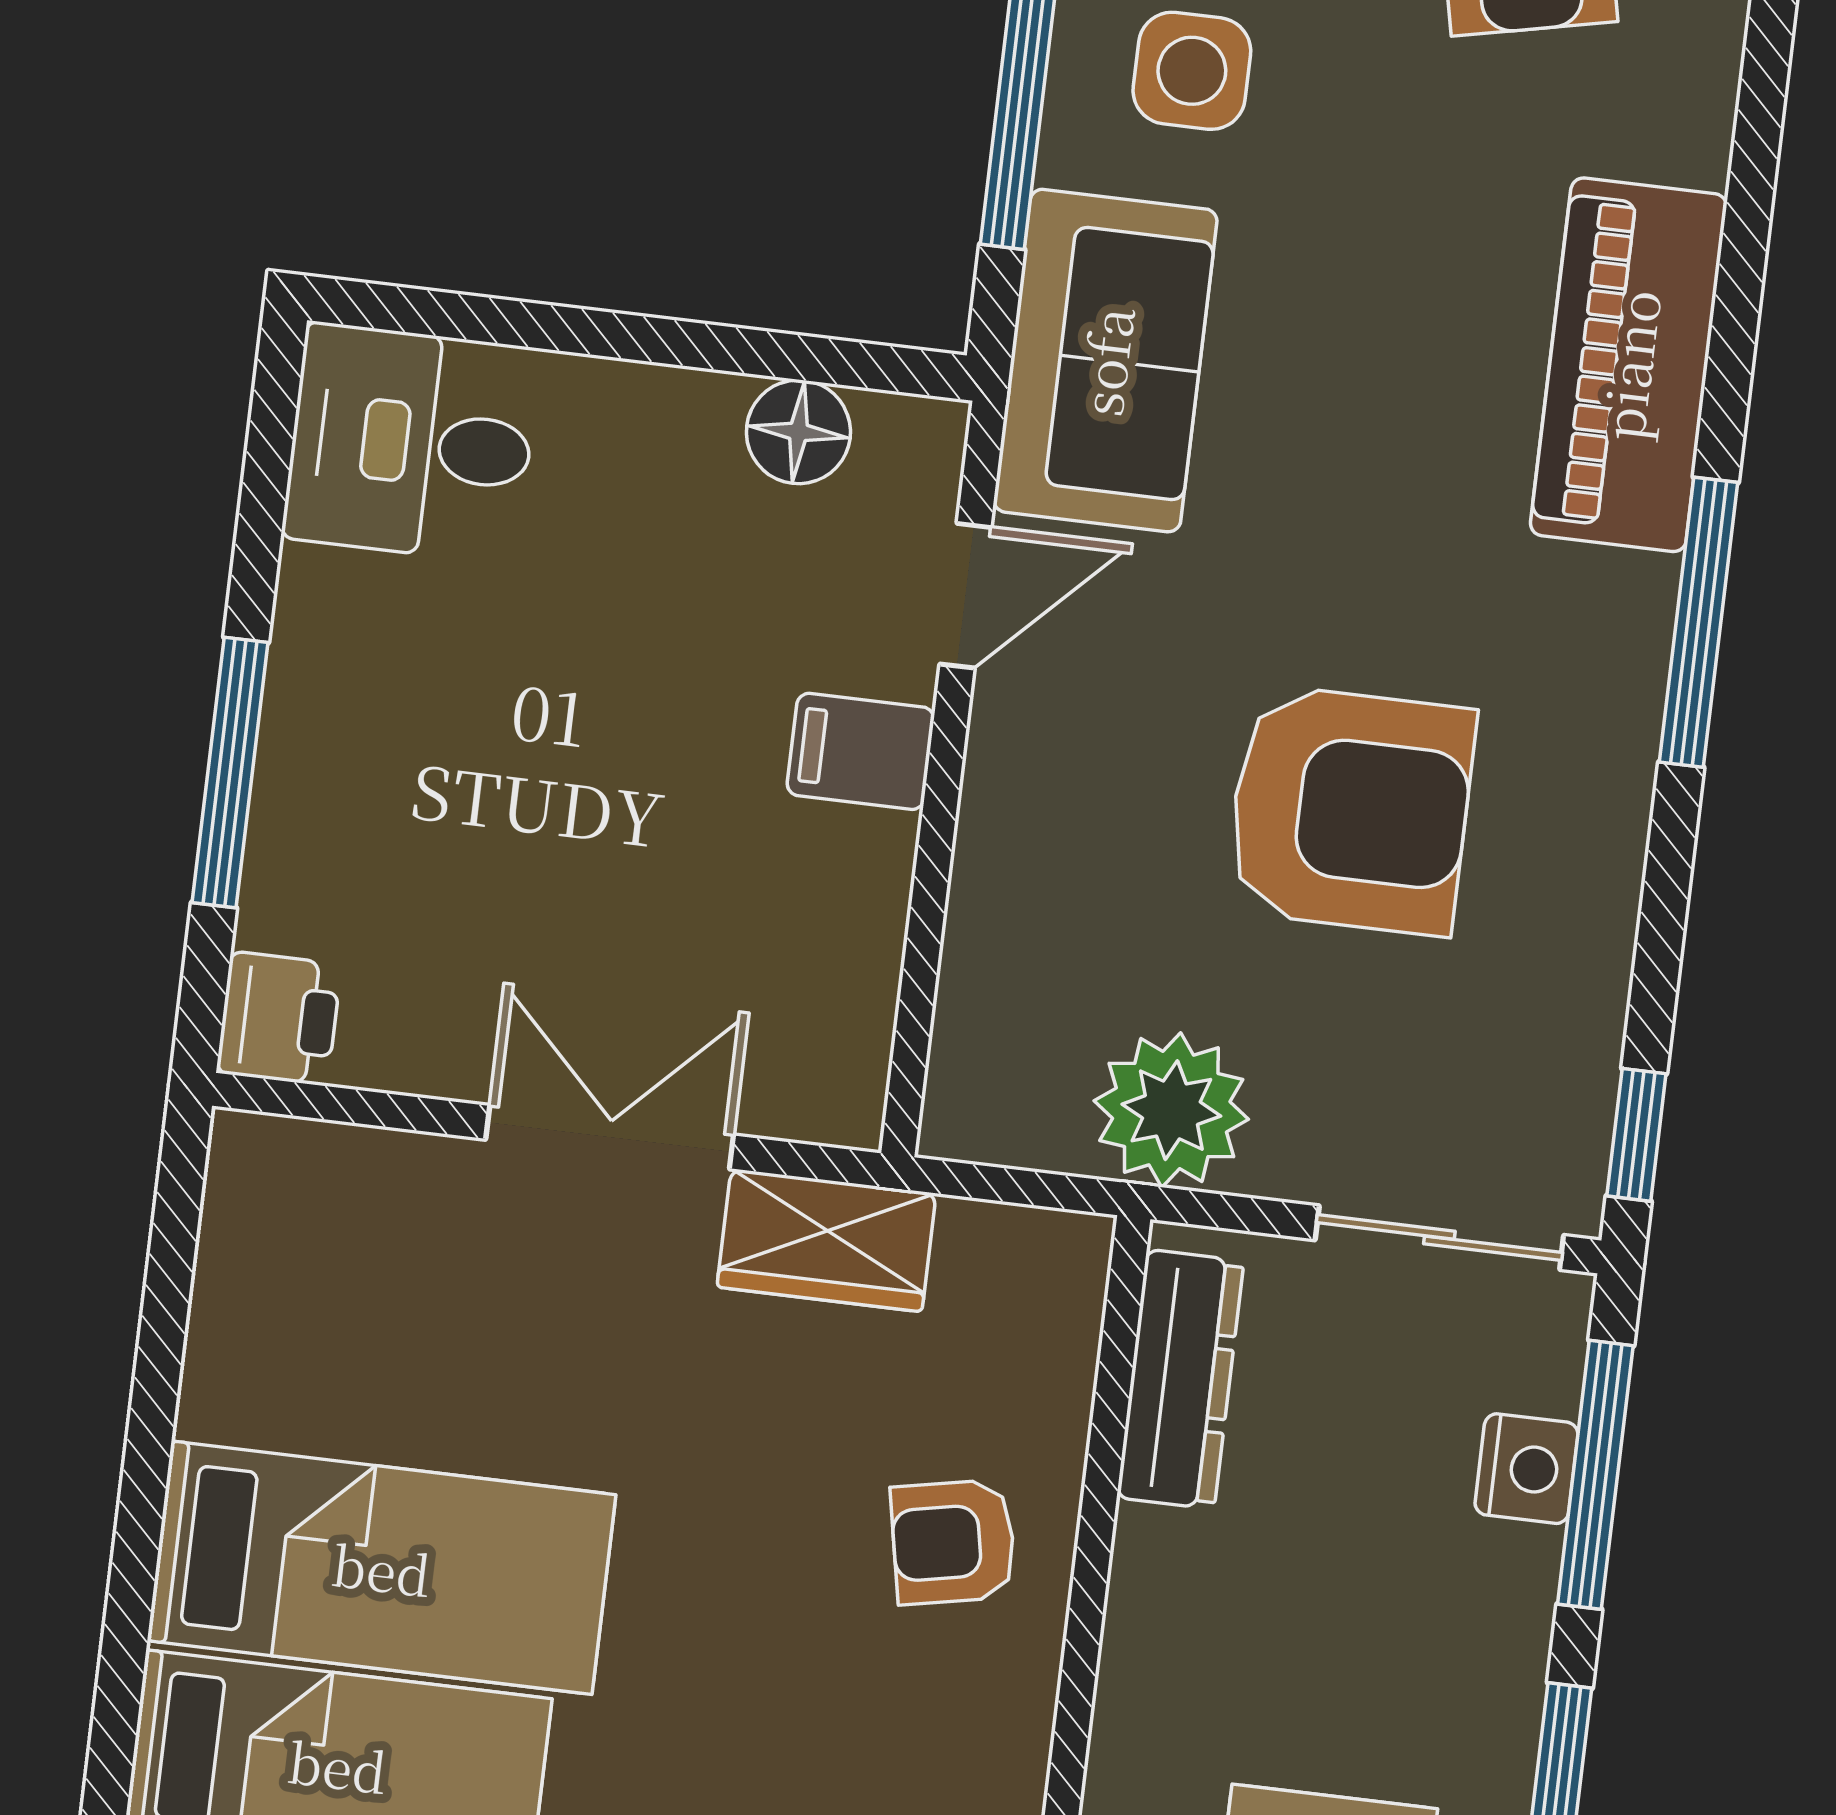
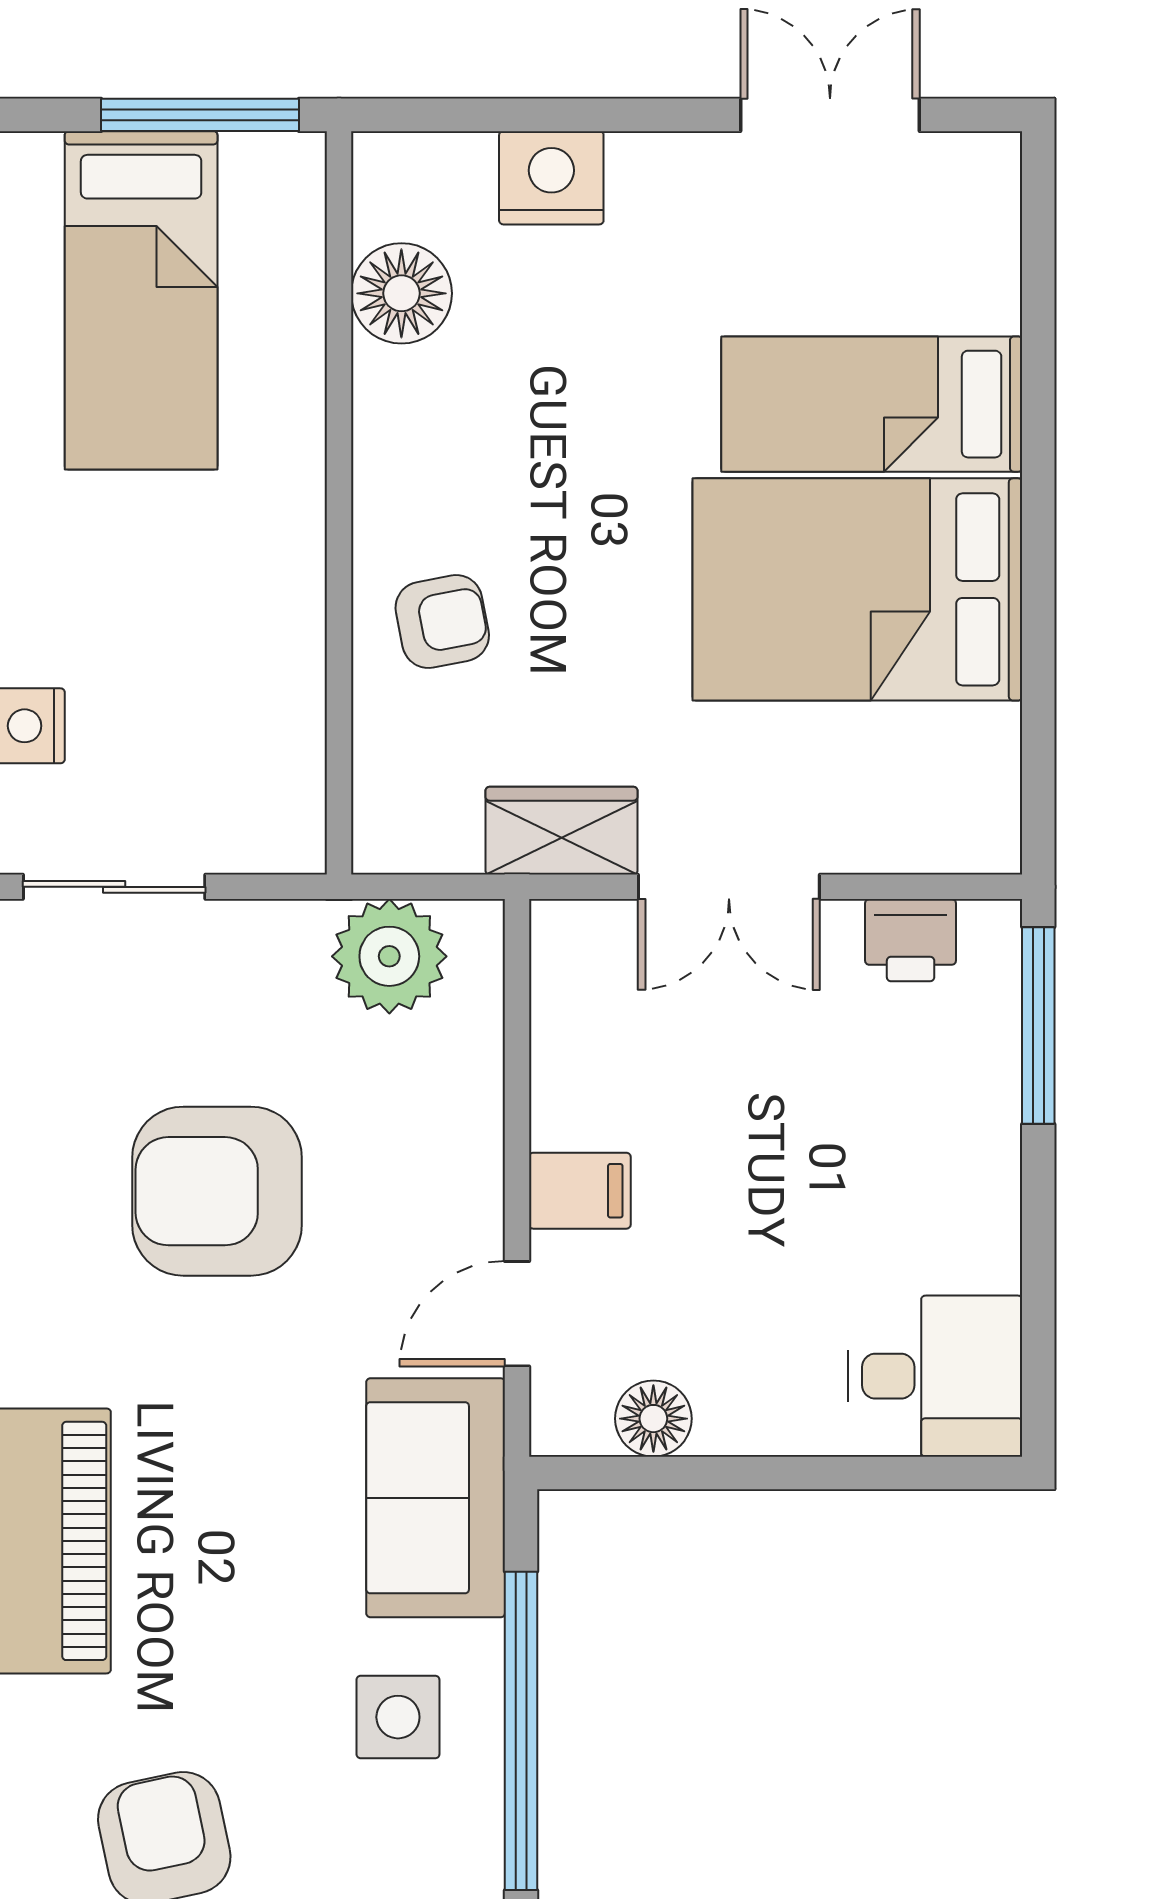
window: (230, 773) -> (1038, 1025), moved
printer: (279, 1018) -> (911, 940), moved, turned -90
plant: (1171, 1110) -> (389, 956), moved
dresser: (1180, 1379) -> (291, 760), removed
bed: (382, 1568) -> (857, 589), width x1.50

